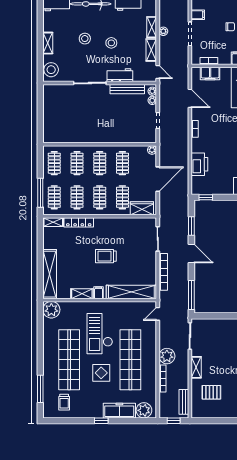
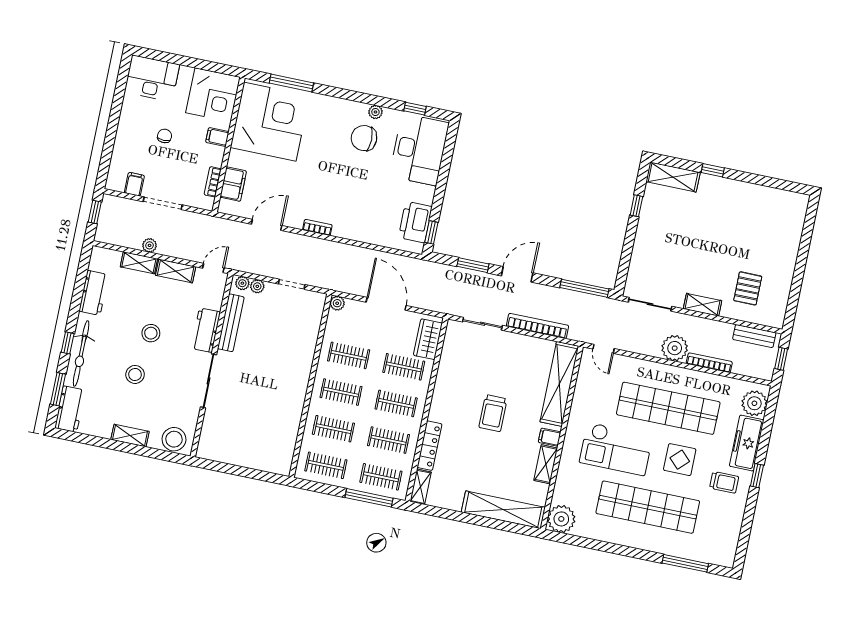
printer: (199, 164) -> (415, 222), moved, turned -90
trolley: (64, 402) -> (724, 482), moved

